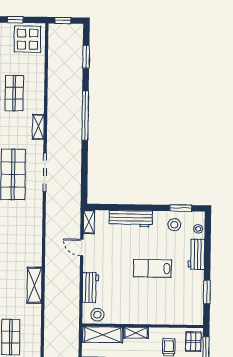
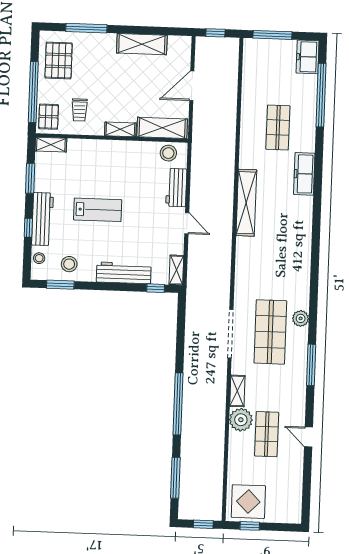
window: (15, 20) -> (250, 526), moved
window: (86, 57) -> (175, 478), width x1.44
plant: (35, 104) -> (241, 420), added
window: (105, 207) -> (156, 288), added
door: (82, 247) -> (187, 223), moved
window: (207, 253) -> (28, 228), added
workbench: (196, 254) -> (43, 219), width x1.38
shelving: (34, 285) -> (246, 203), width x1.47
shelving: (191, 319) -> (51, 145), added

